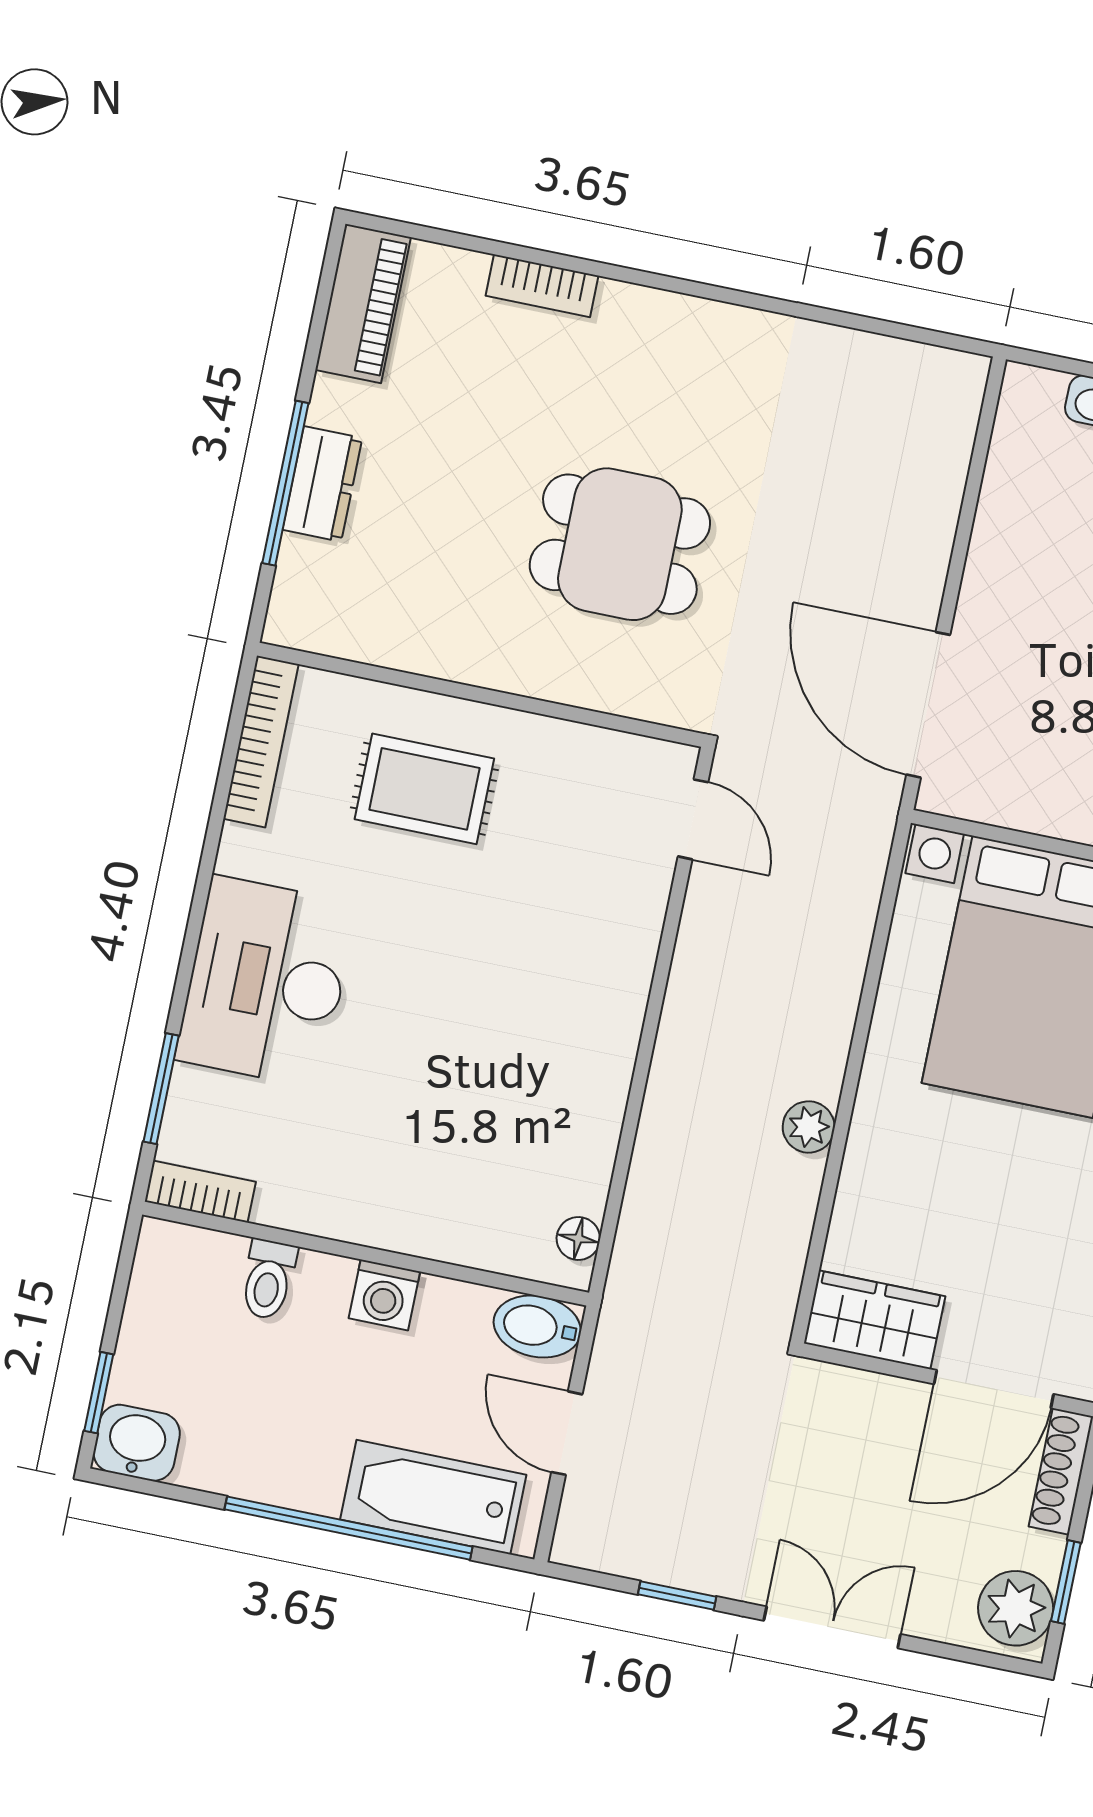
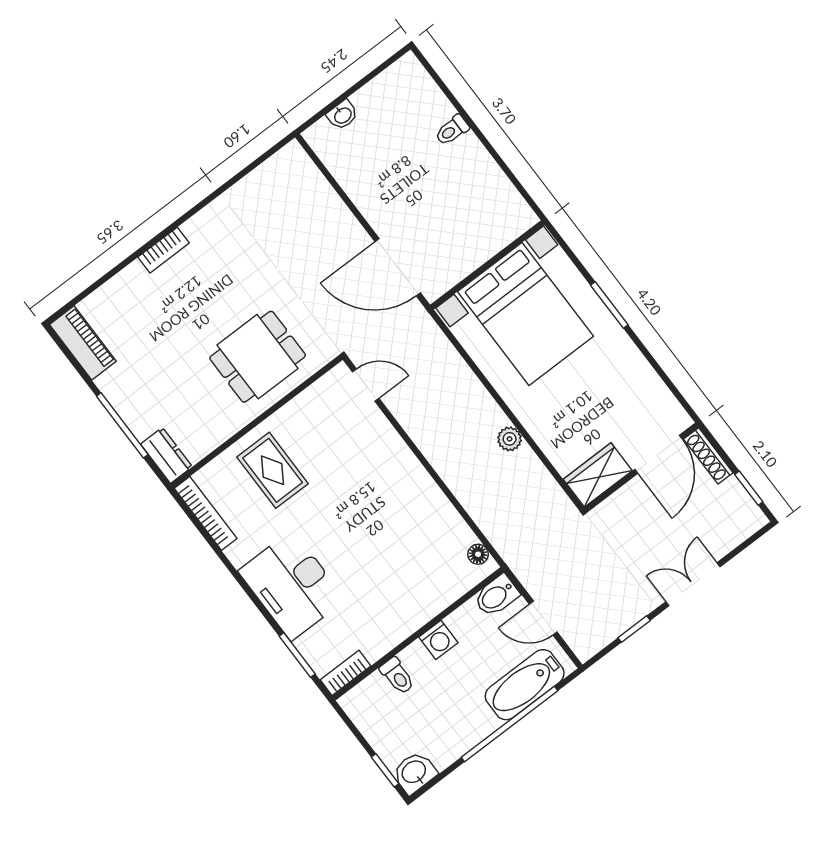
bookcase: (542, 286) -> (164, 250), moved
dresser: (322, 484) -> (166, 455), moved
dining table: (620, 544) -> (258, 357), moved
rug: (424, 789) -> (273, 470), turned 90
plant: (1016, 1608) -> (743, 514), removed

